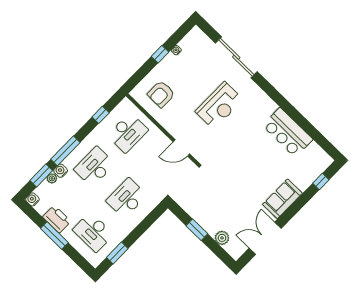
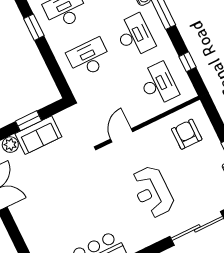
desk: (128, 133) -> (158, 84), turned 180
desk: (127, 198) -> (89, 58), turned -90
sofa: (282, 199) -> (38, 135), moved, turned 90

